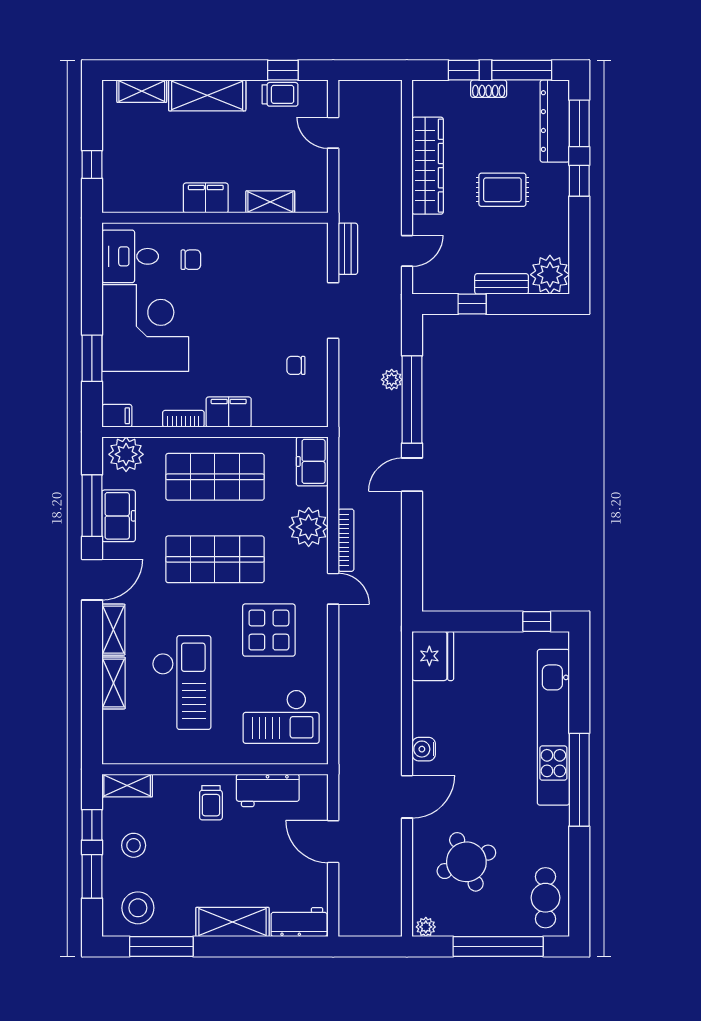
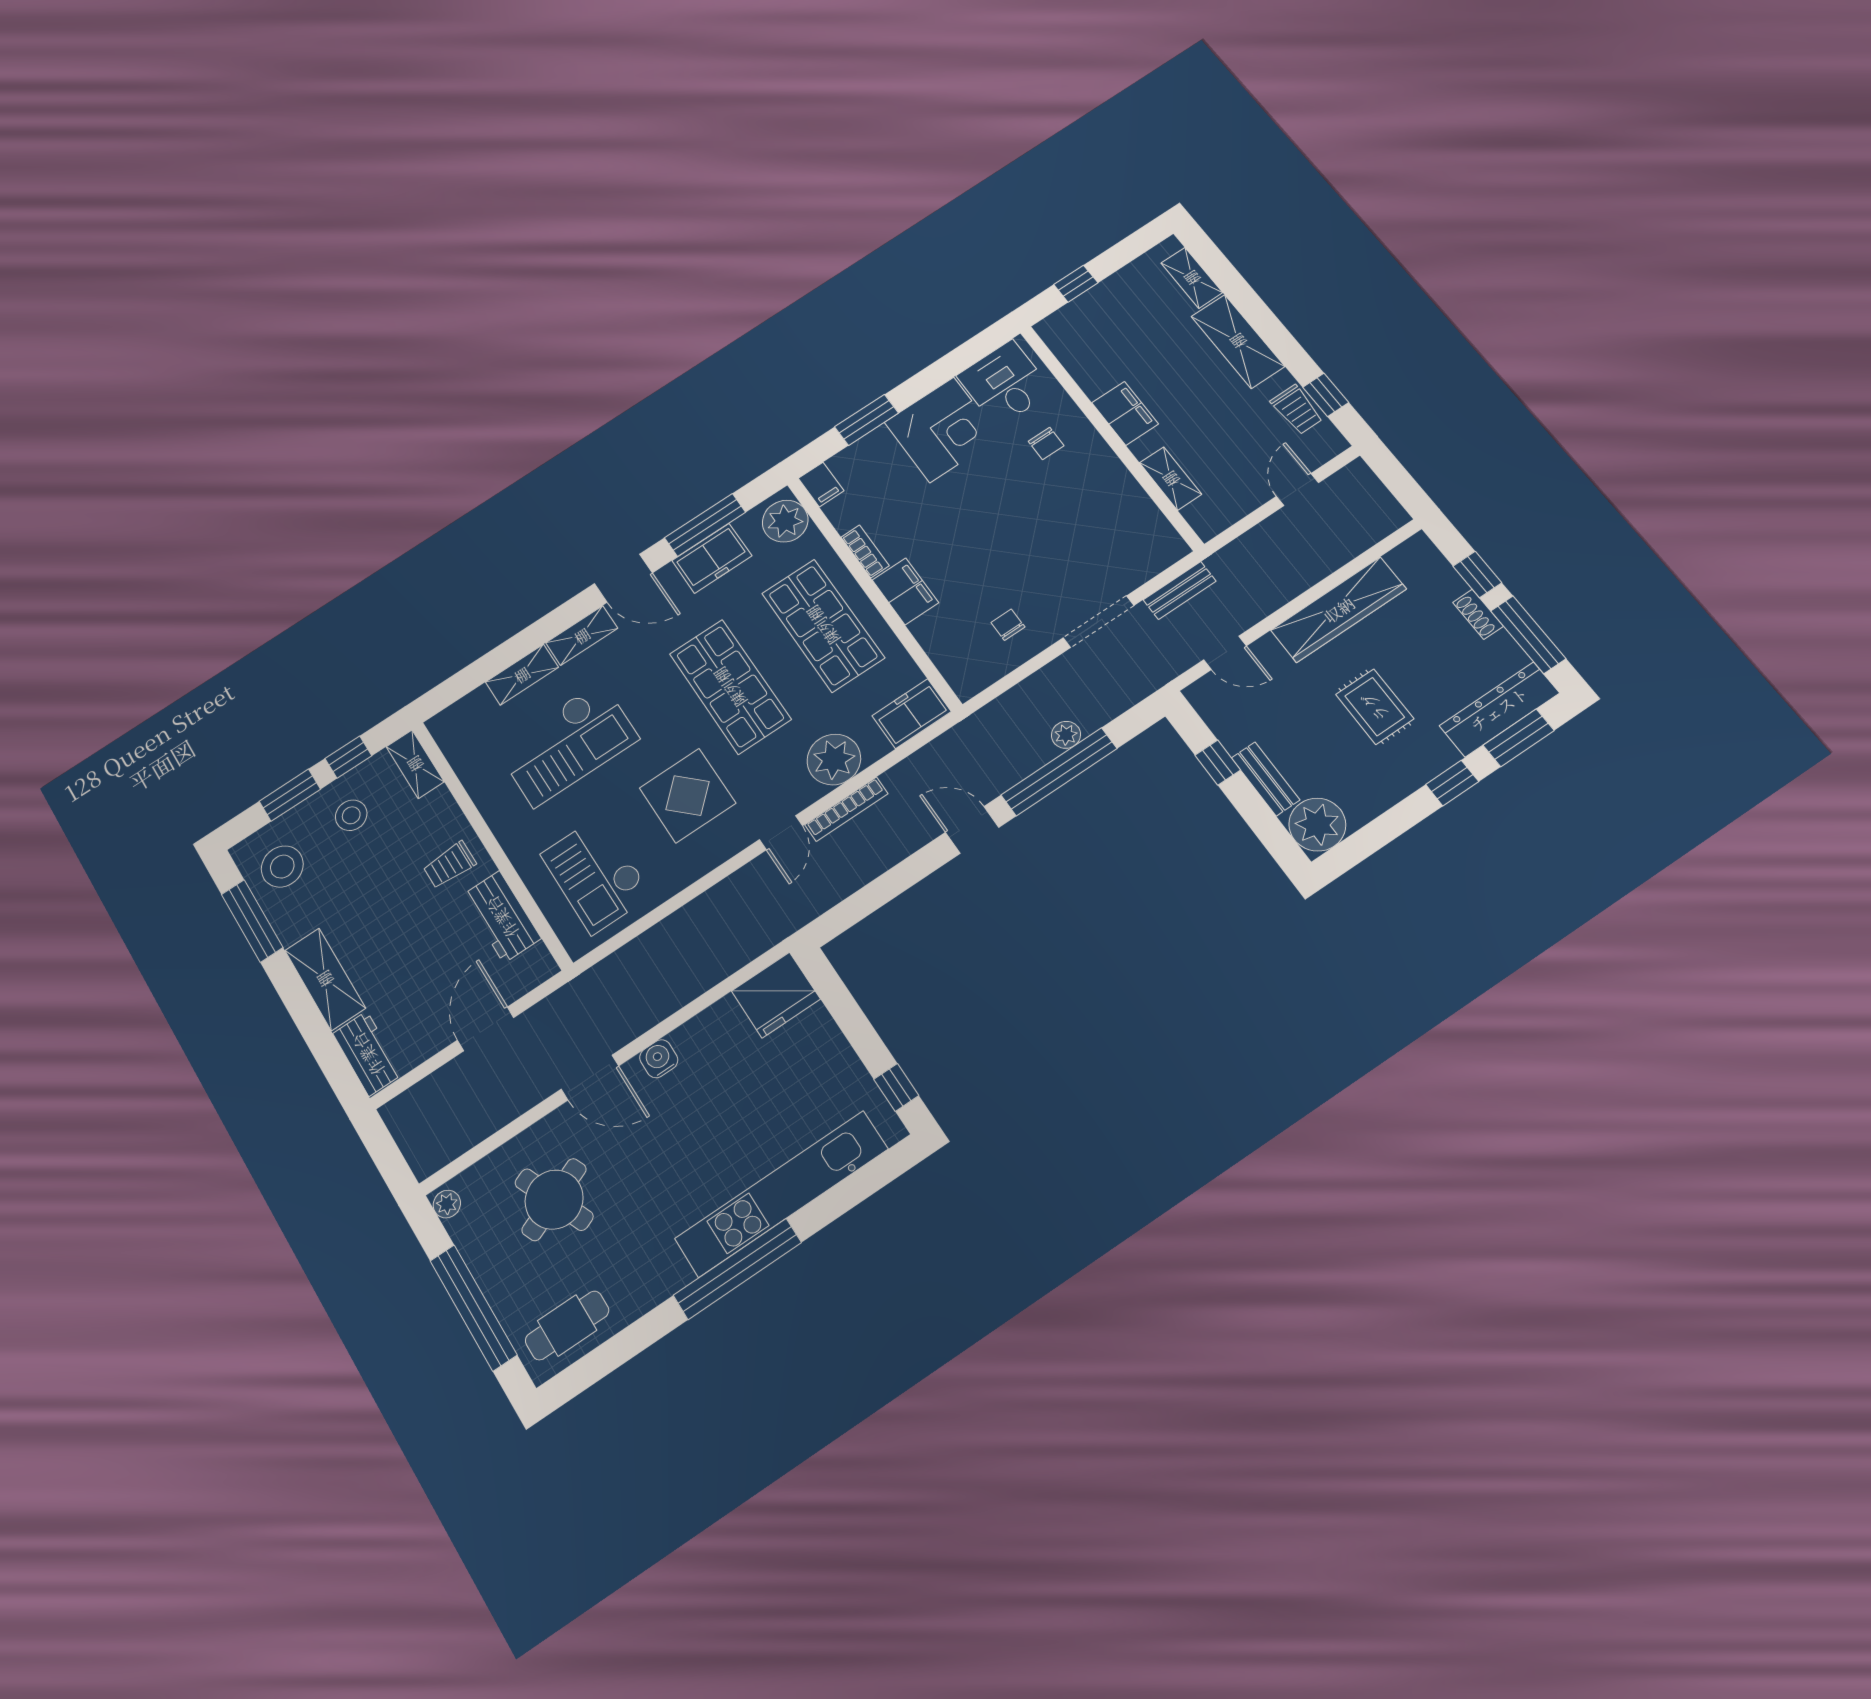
corner desk: (145, 328) -> (942, 430), width x0.74, depth x0.74

